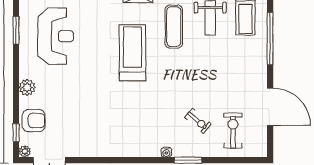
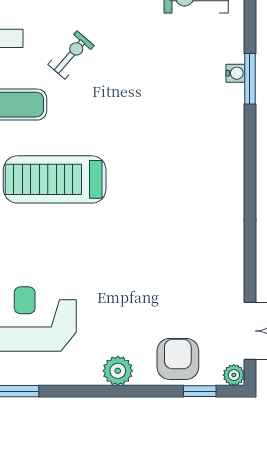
exercise bike: (198, 121) -> (71, 55), moved
water cooler: (166, 152) -> (235, 73), moved

